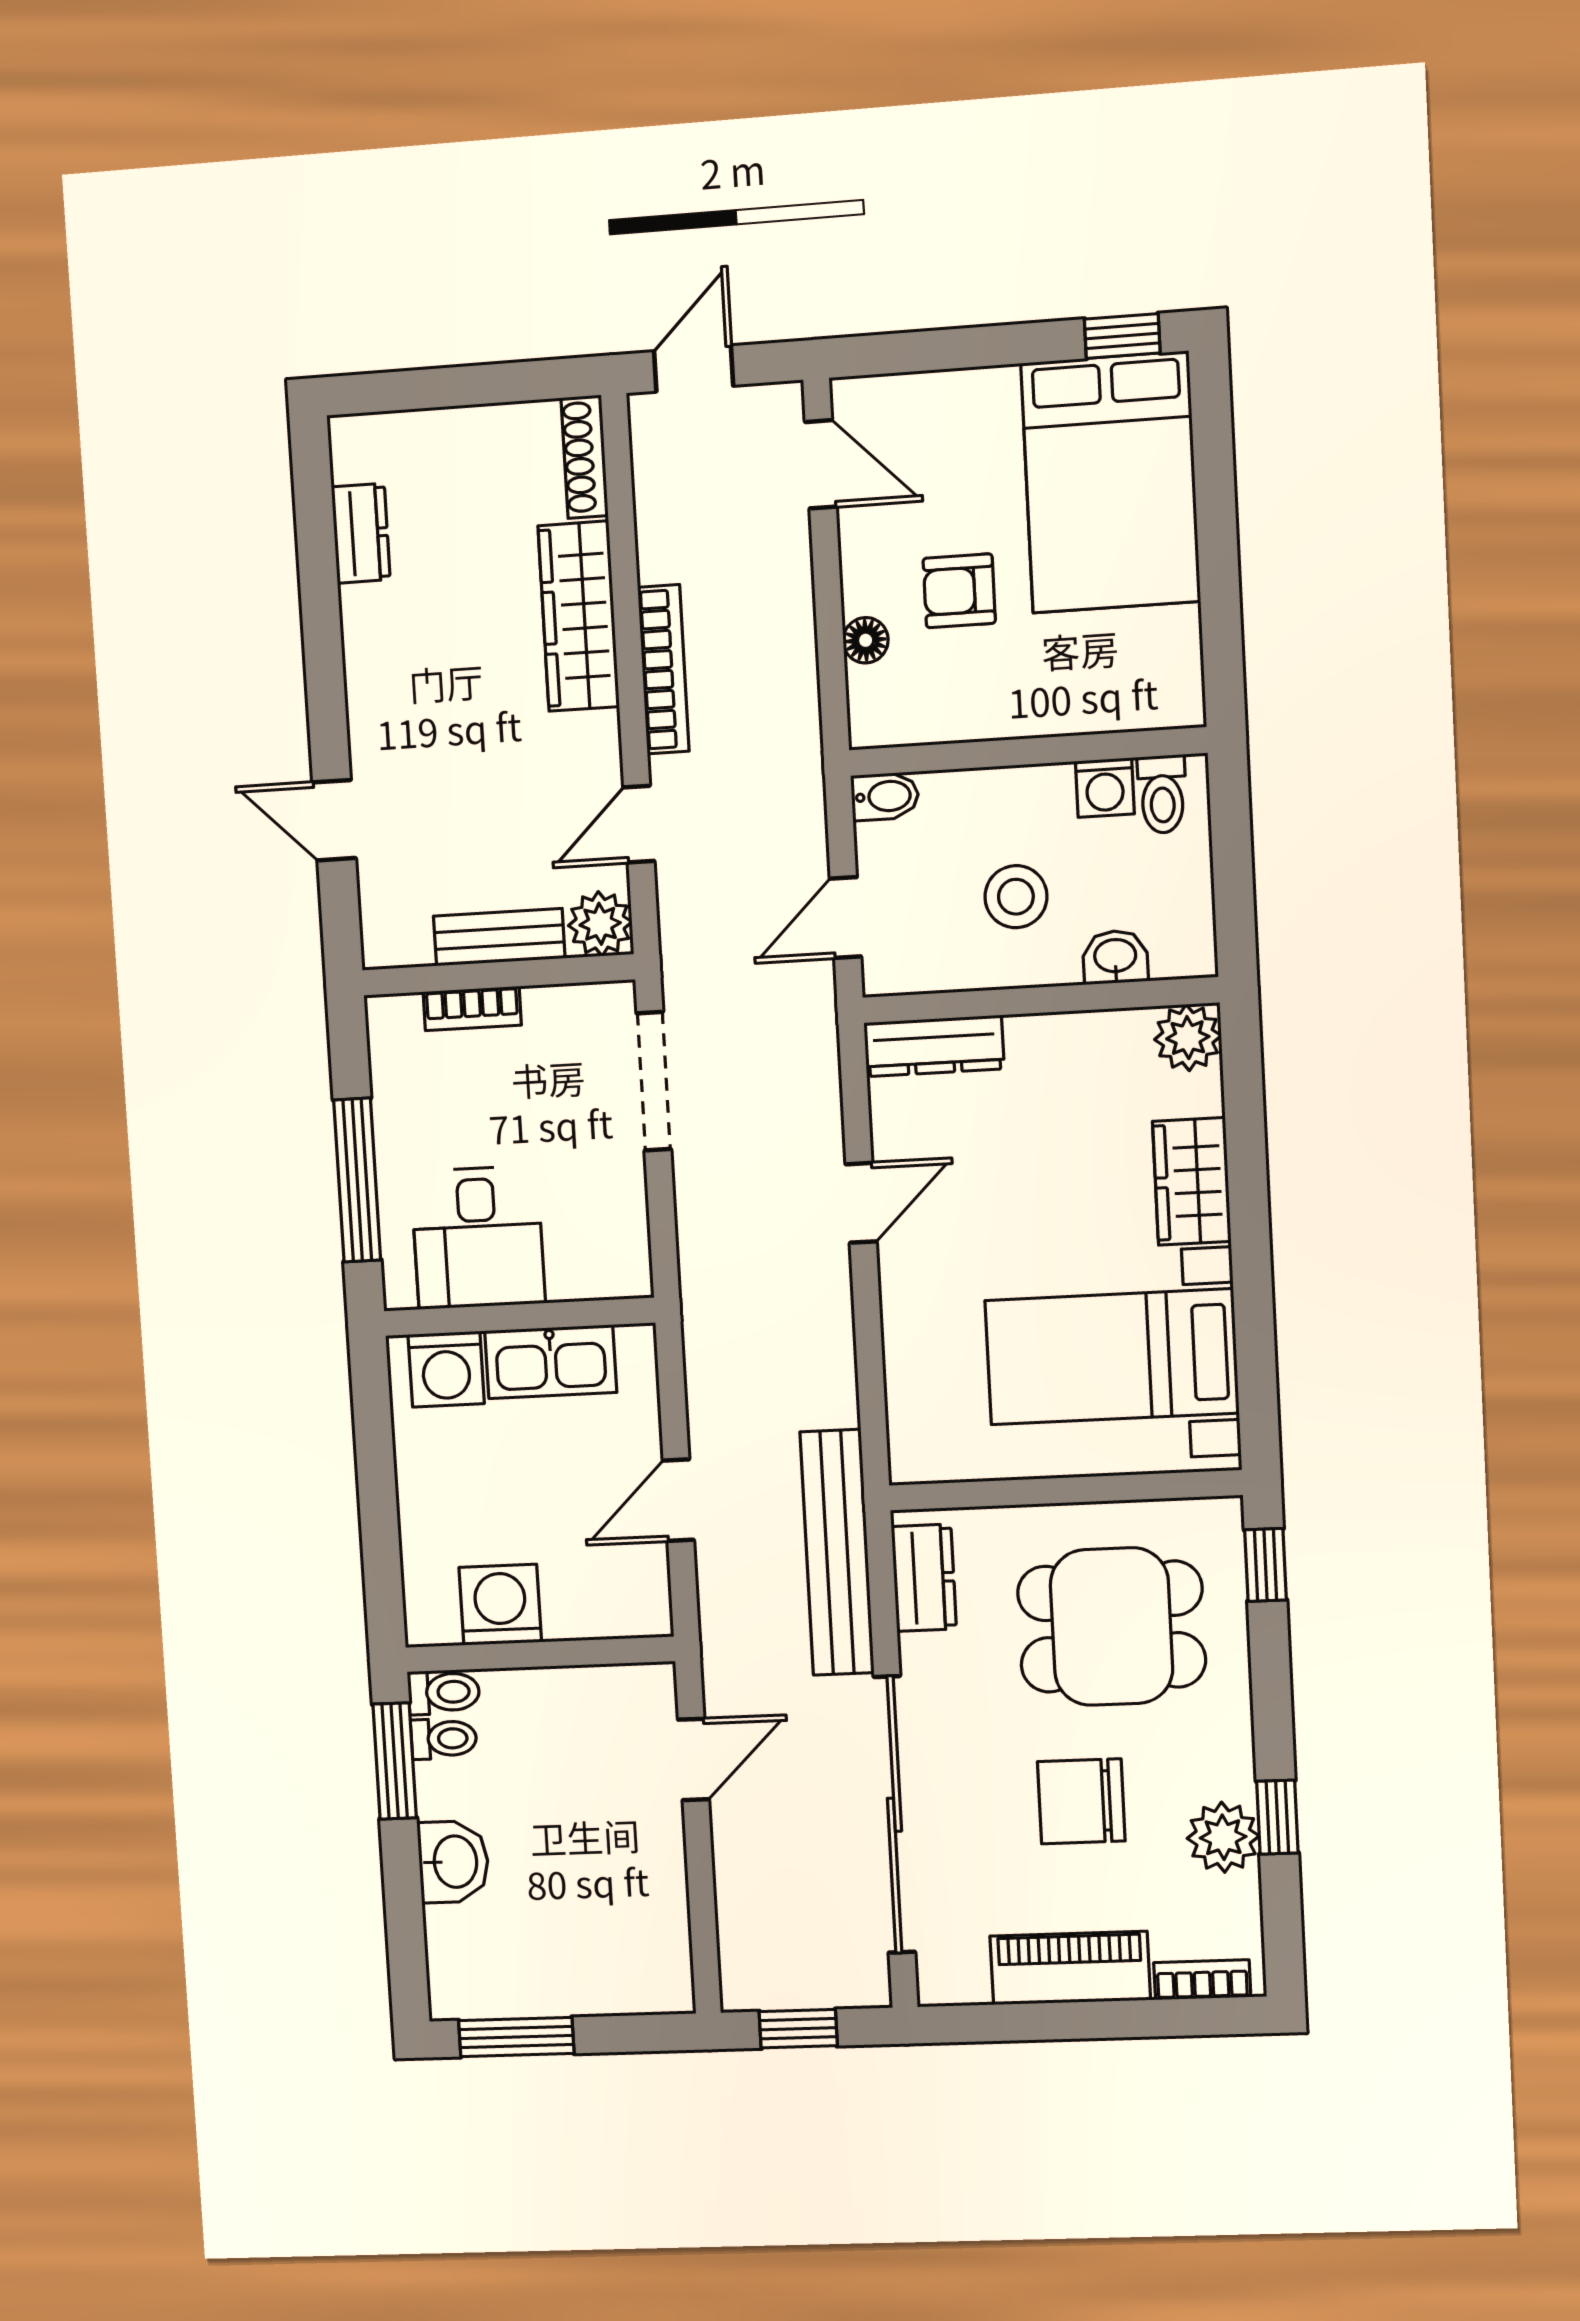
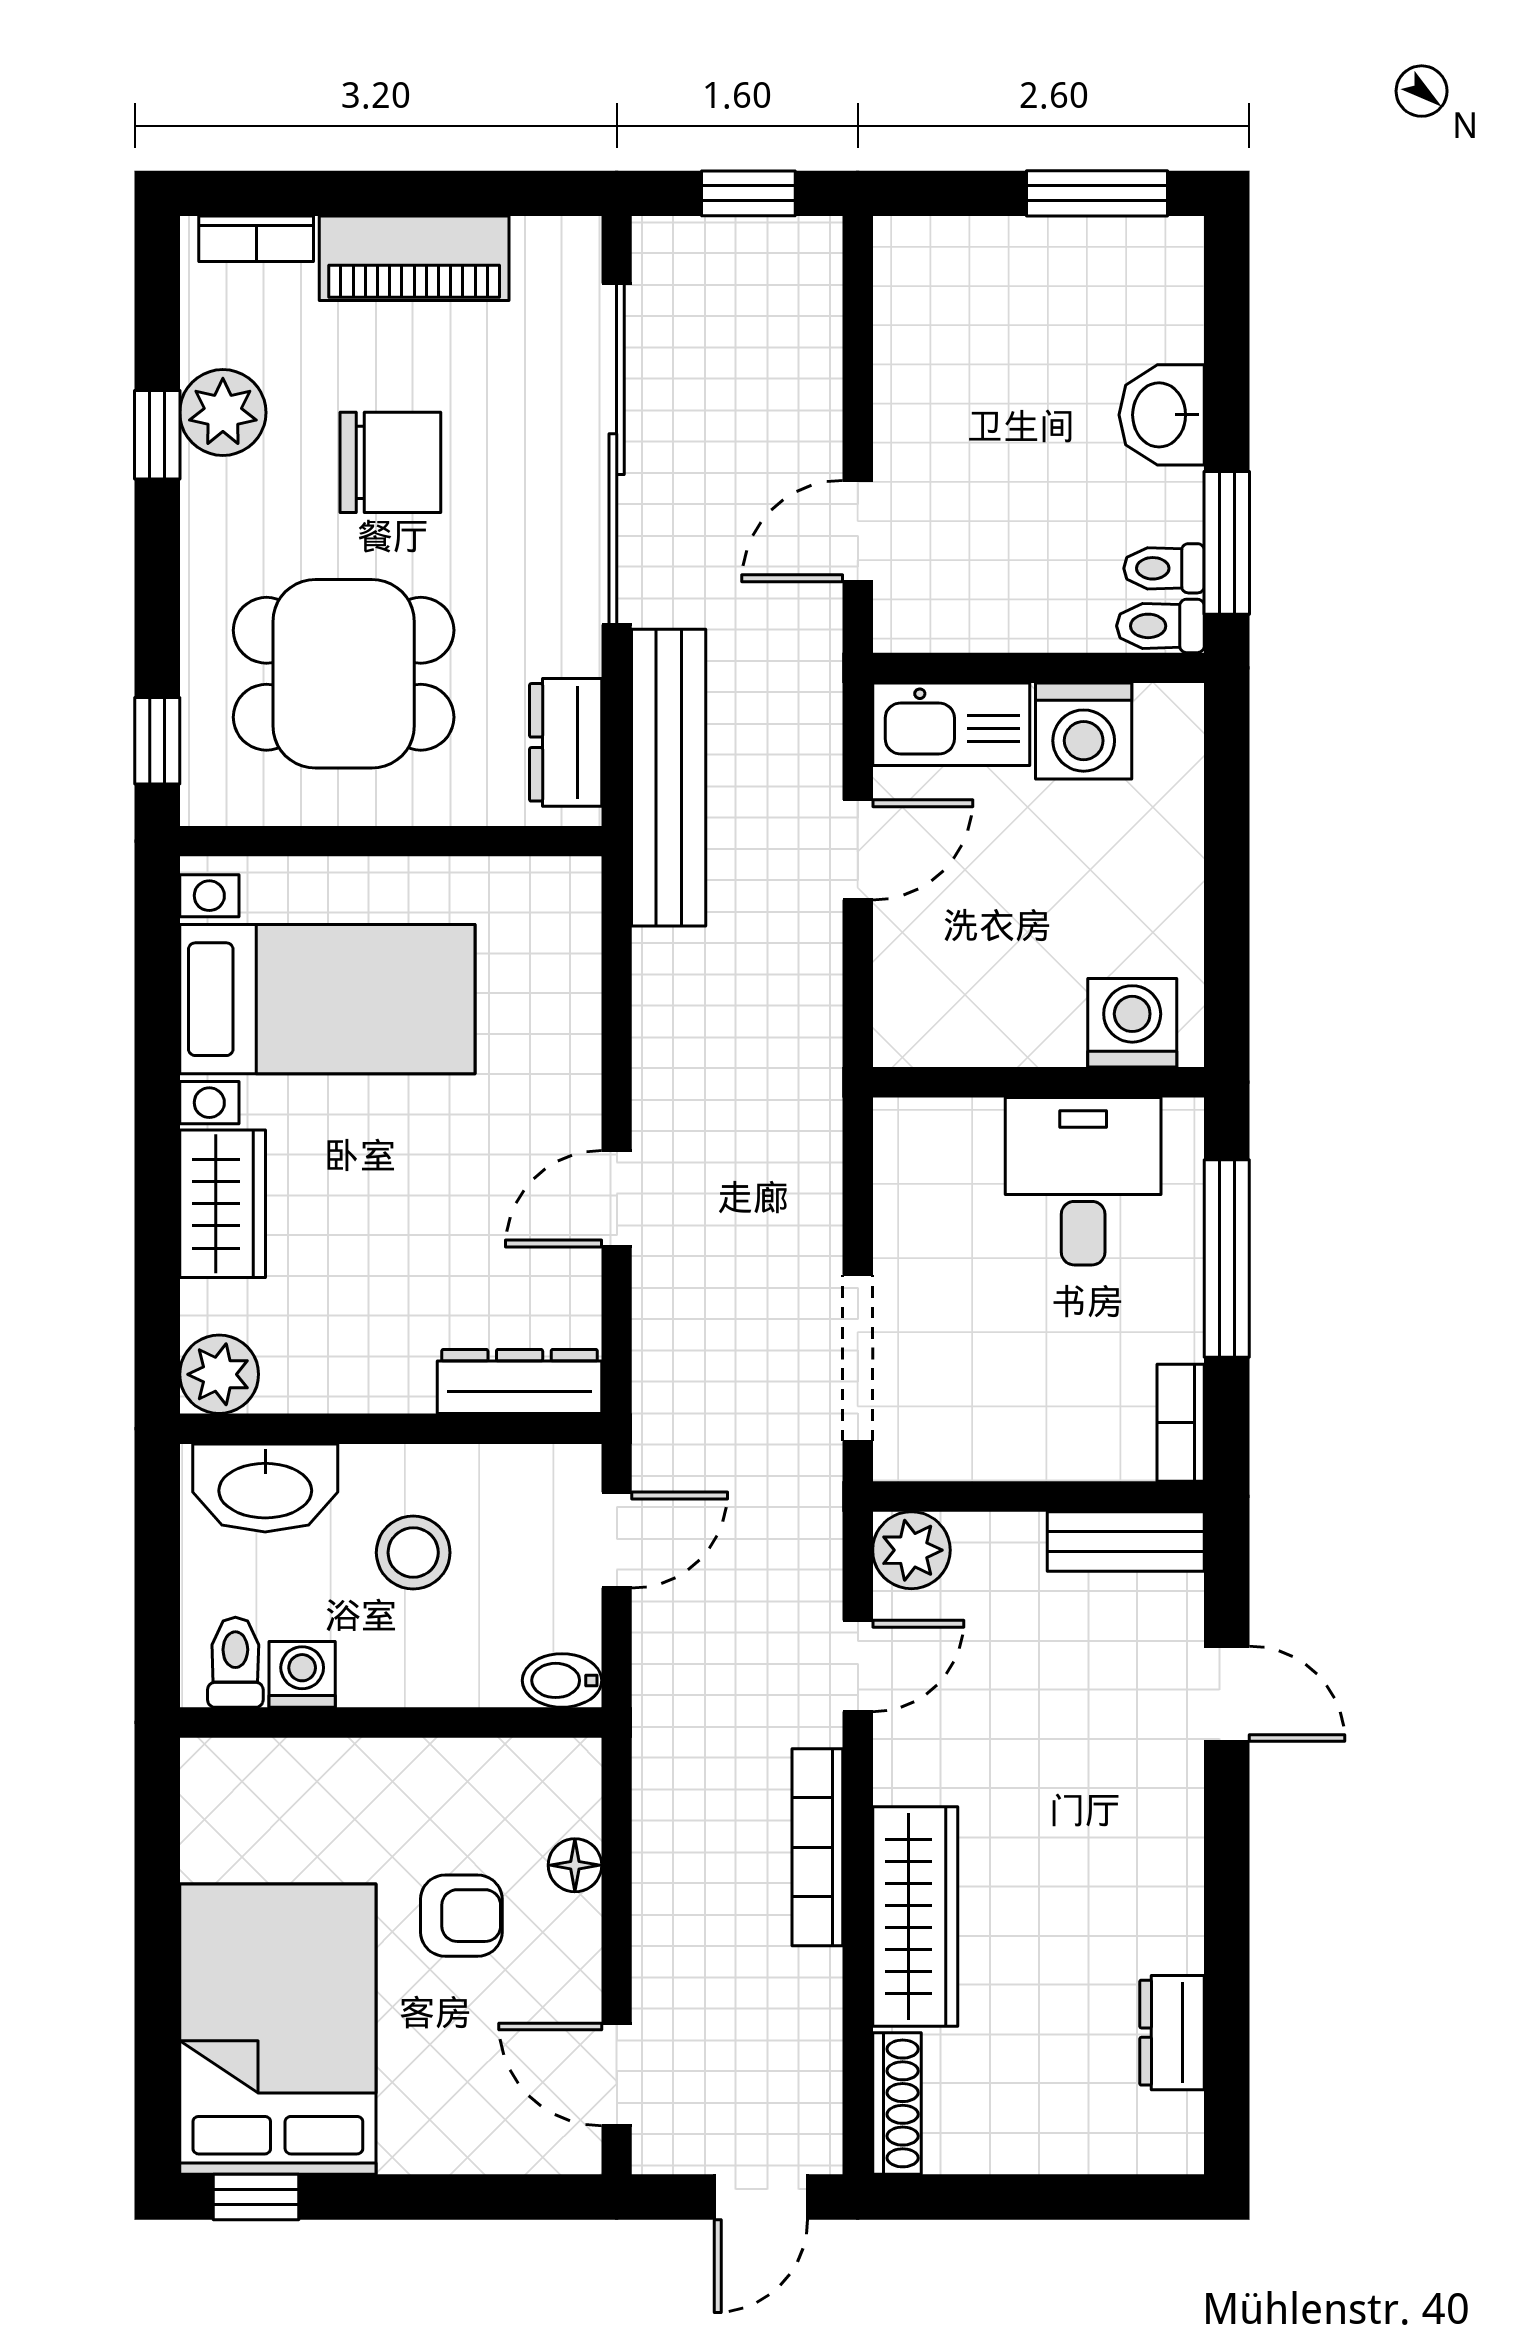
bench: (499, 937) -> (1126, 1541), moved
washbasin: (1115, 957) -> (265, 1488), width x1.91, depth x1.45
bookcase: (472, 1008) -> (1181, 1423), moved, turned -90
kitchen sink: (551, 1362) -> (951, 724), moved, turned 180

